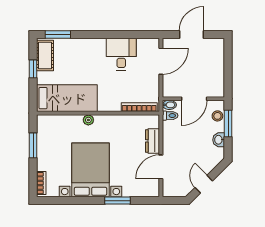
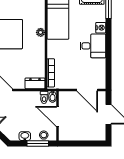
nightstand: (82, 44) -> (101, 28), added
desk: (121, 54) -> (93, 46), moved
dresser: (152, 141) -> (35, 83), moved

